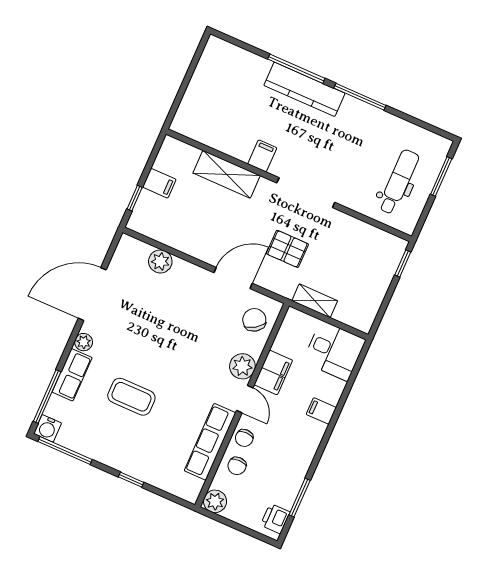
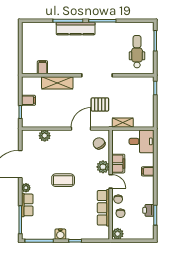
filing cabinet: (262, 156) -> (42, 67), moved
coffee table: (131, 397) -> (63, 180), moved
water cooler: (48, 428) -> (60, 234), moved
printer: (275, 519) -> (148, 210), moved

